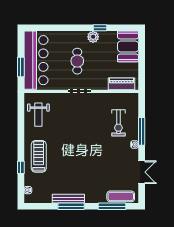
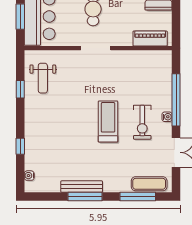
window: (21, 123) -> (20, 89), added
exercise bike: (118, 123) -> (142, 122), moved
window: (142, 131) -> (176, 100), width x1.46
treadmill: (39, 156) -> (108, 121), moved

